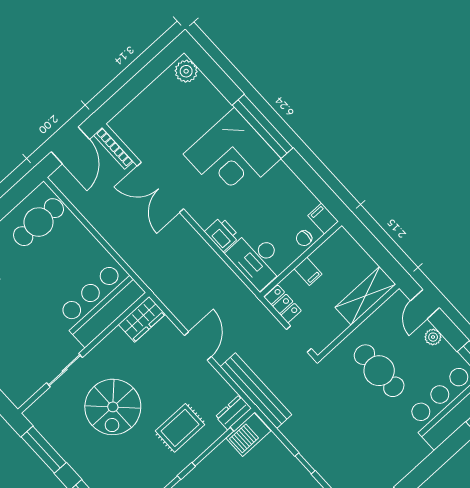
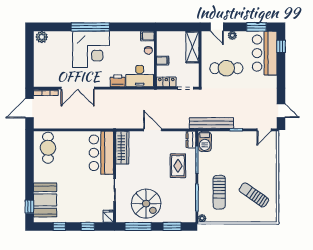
door: (70, 145) -> (29, 108), swing flipped
wardrobe: (142, 319) -> (122, 148), width x1.50
bench: (256, 391) -> (211, 123), moved
fridge: (20, 395) -> (108, 216), added
spiral stairs: (113, 407) -> (146, 204), moved

